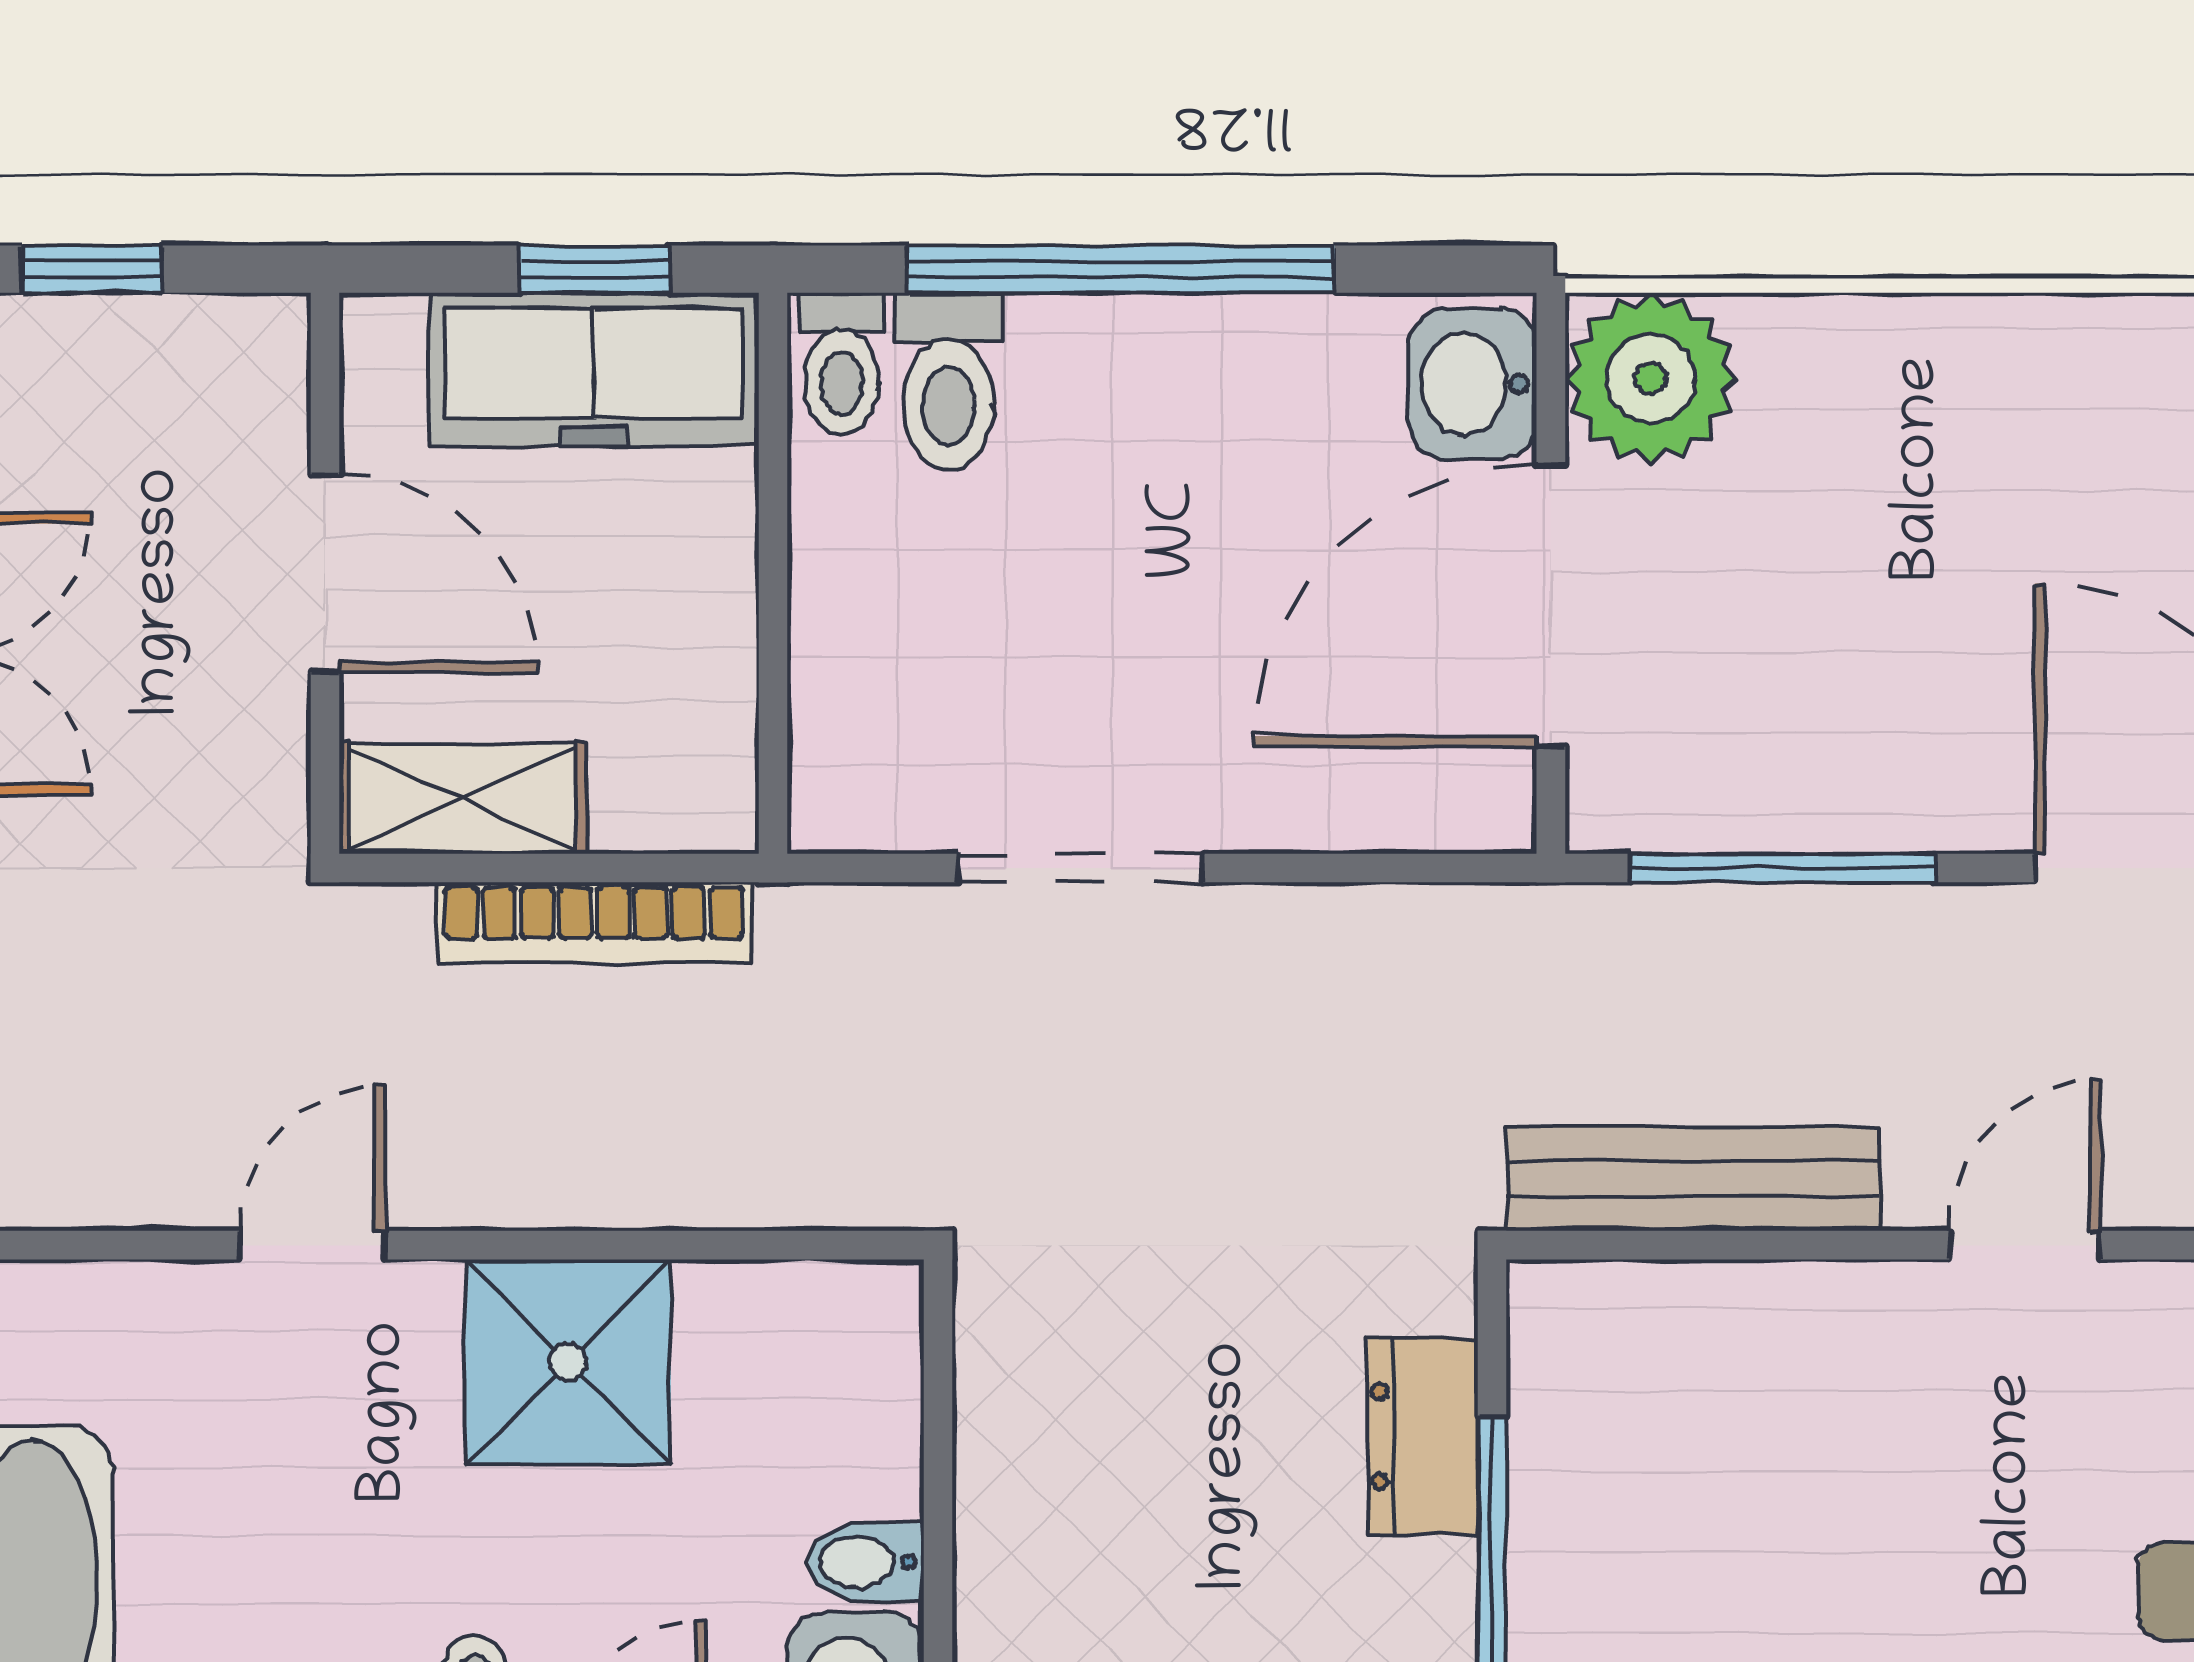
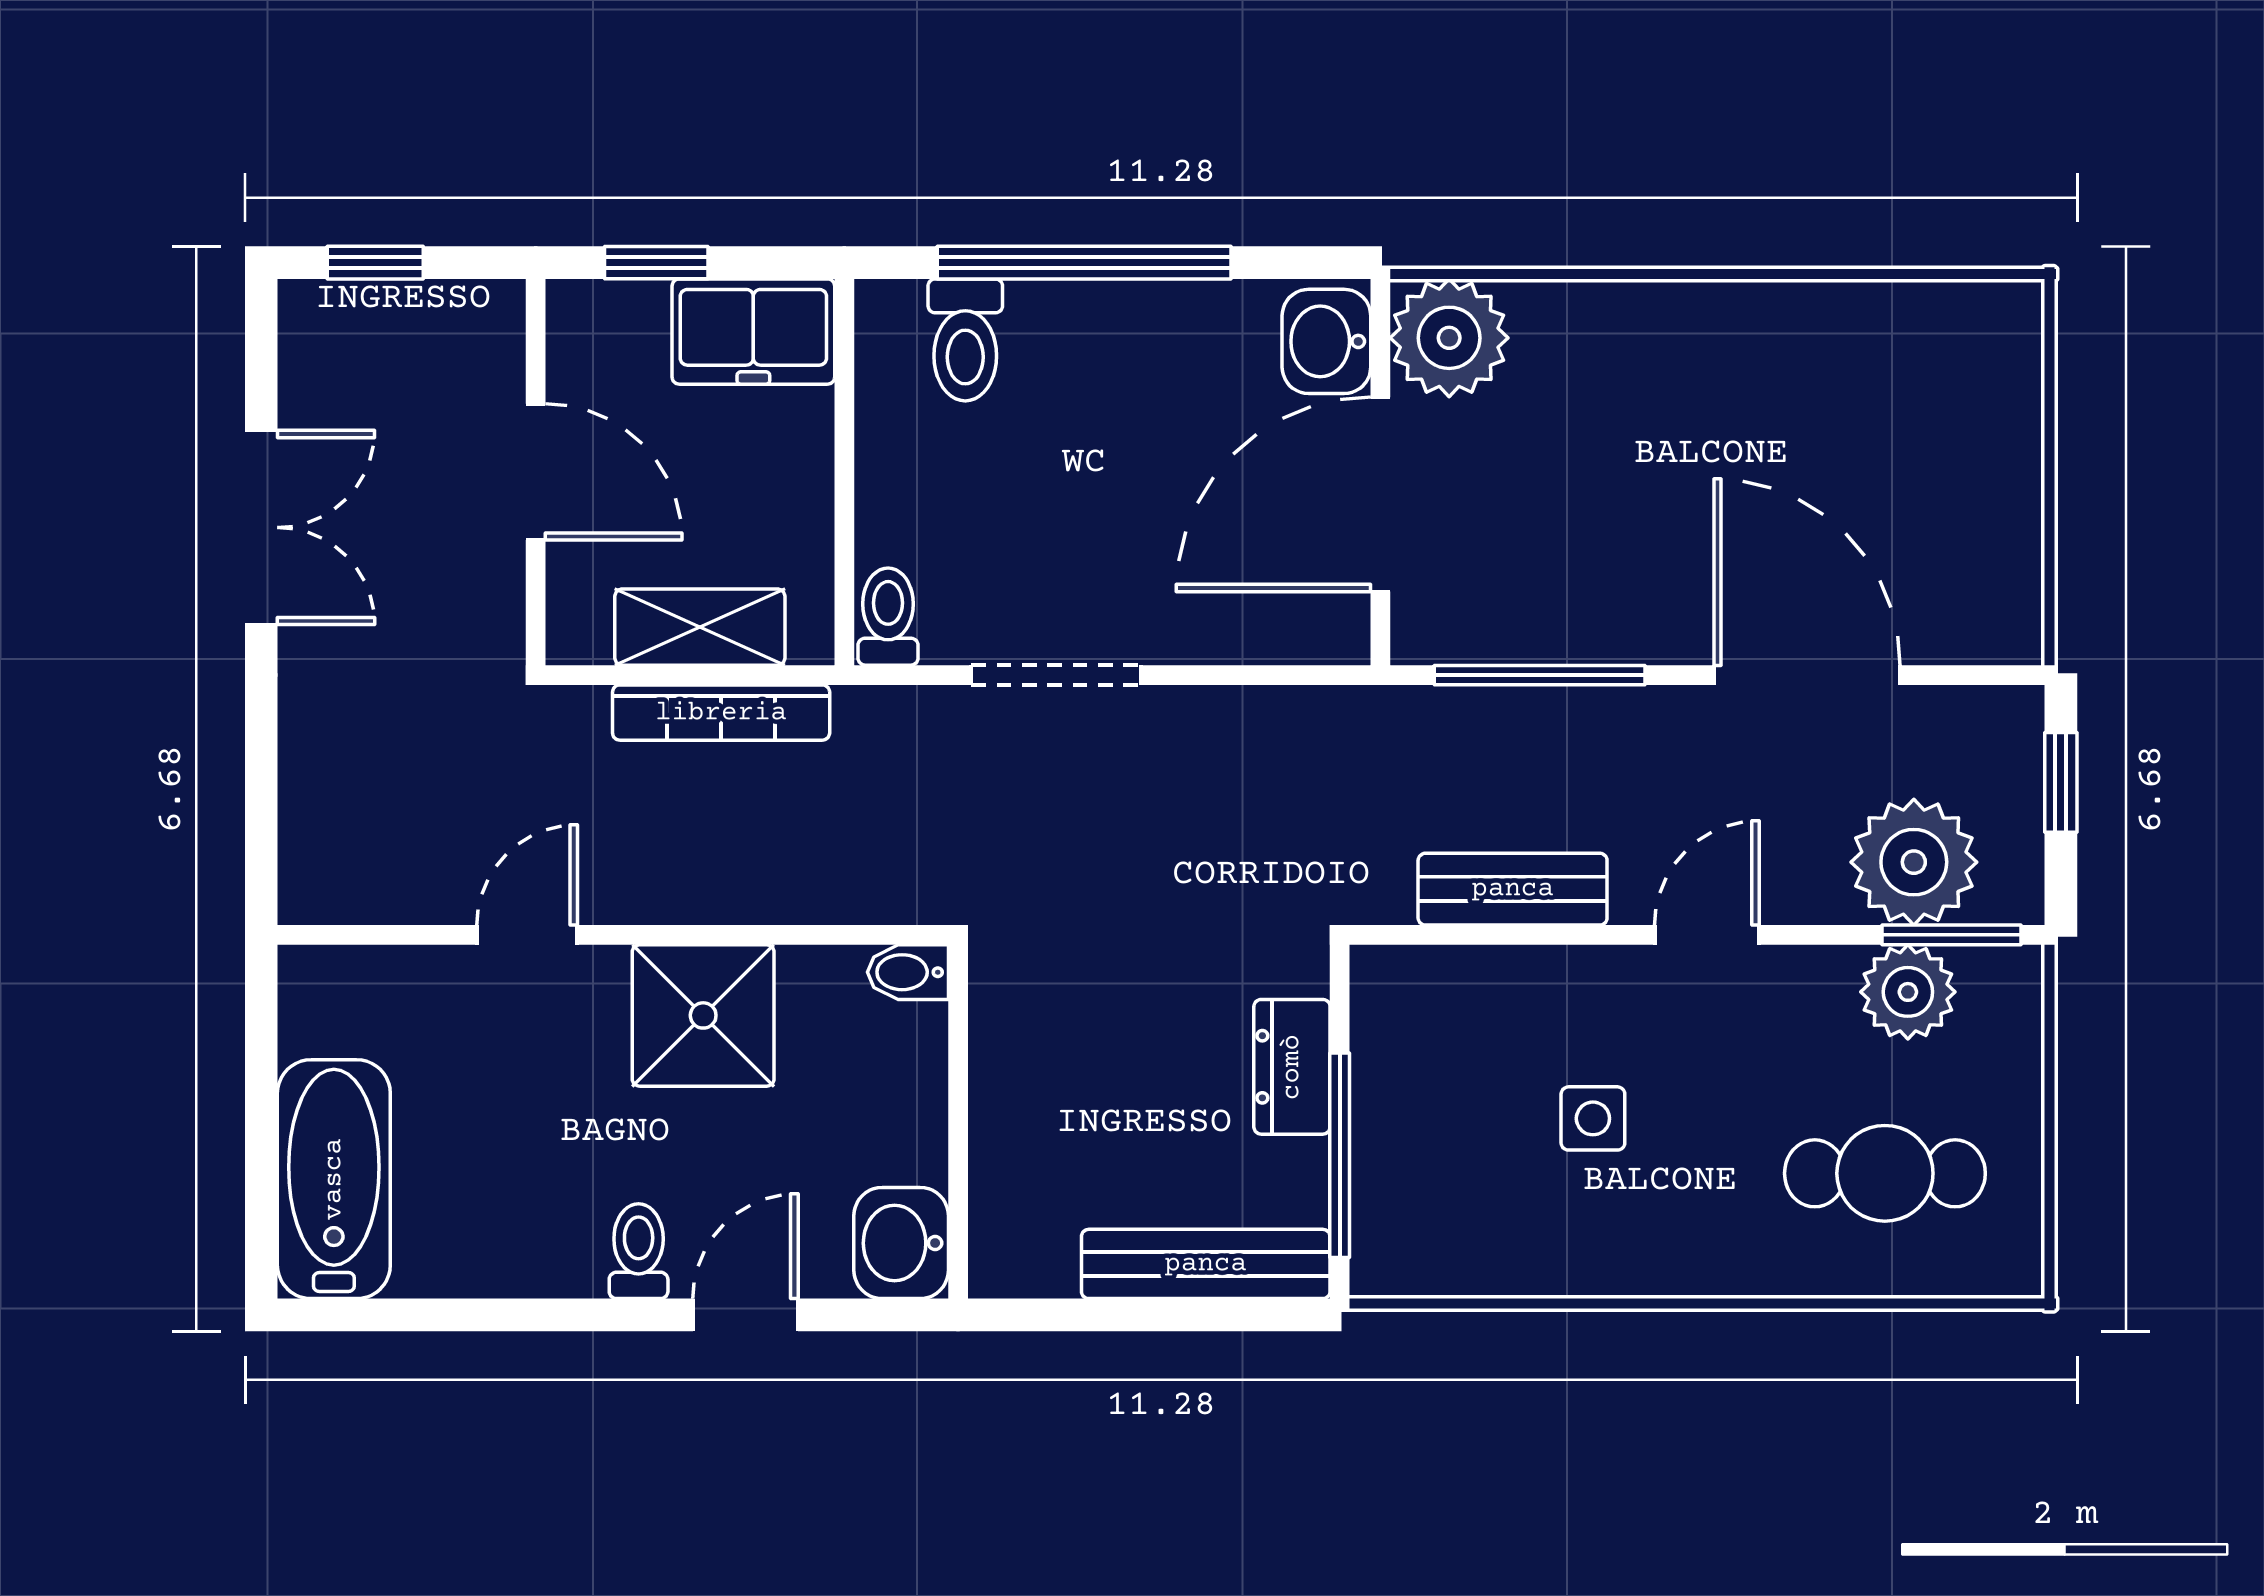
window: (595, 269) -> (656, 263), moved
toilet: (842, 363) -> (888, 617), moved, turned 180
freezer: (594, 369) -> (753, 332), width x0.71
shelving: (462, 798) -> (700, 627), moved
bench: (1693, 1179) -> (1513, 889), width x0.73
side table: (1860, 1512) -> (1593, 1118), added
bidet: (865, 1562) -> (908, 972), moved

